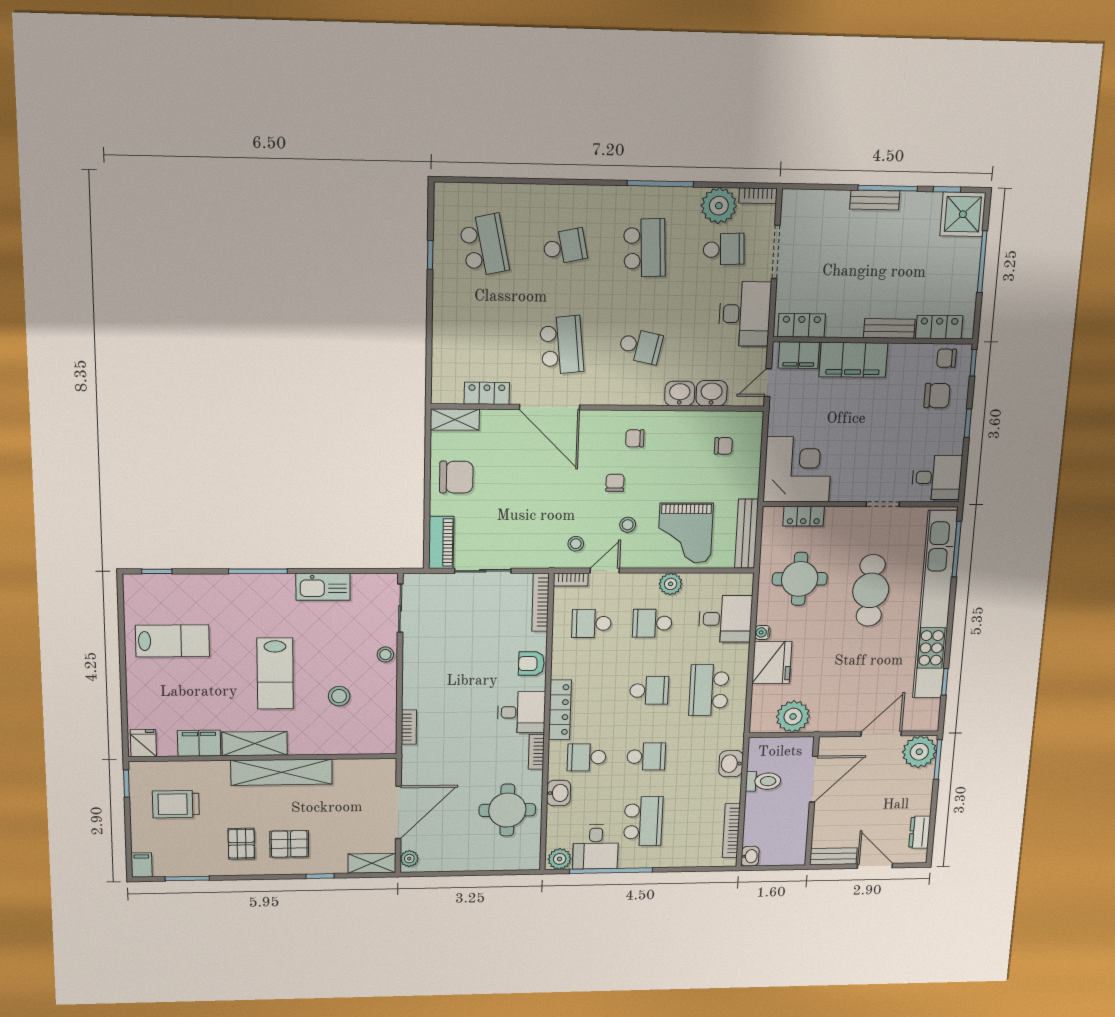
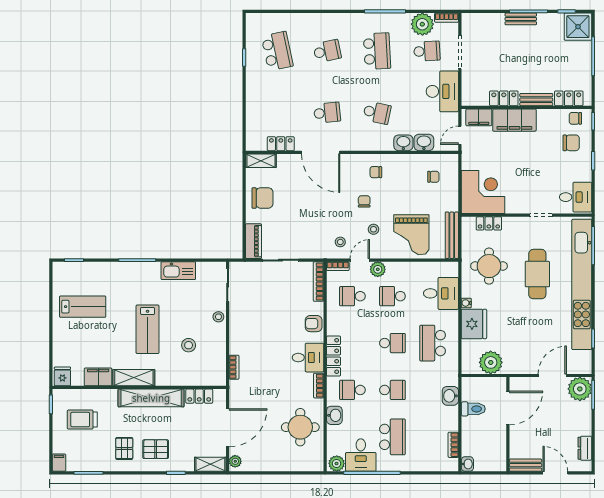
locker: (801, 325) -> (504, 98), moved
school desk: (562, 345) -> (327, 113), width x0.54
plant: (671, 584) -> (378, 269), moved
locker: (355, 769) -> (199, 396), added
bookcase: (731, 831) -> (453, 445), width x0.64

